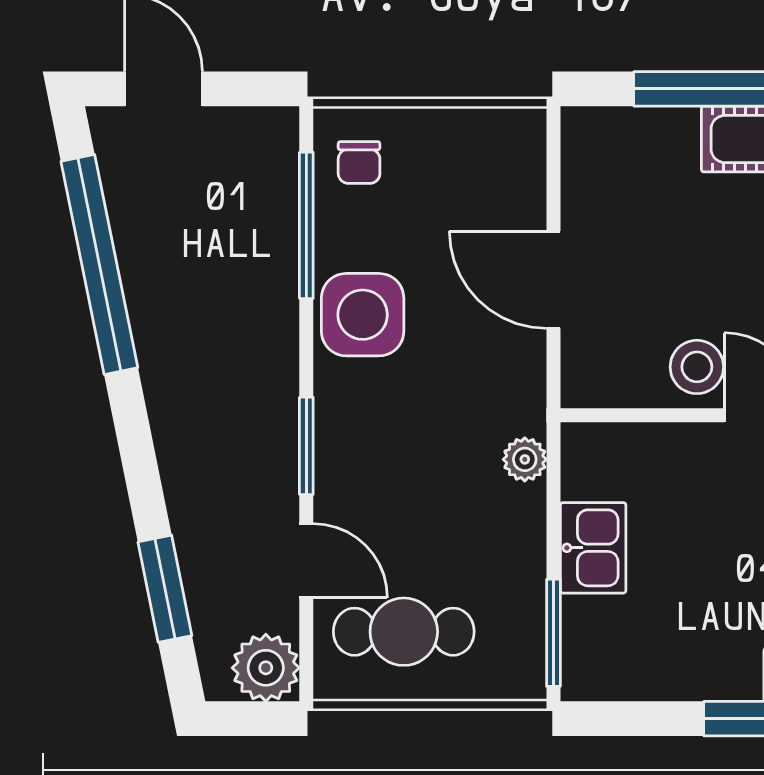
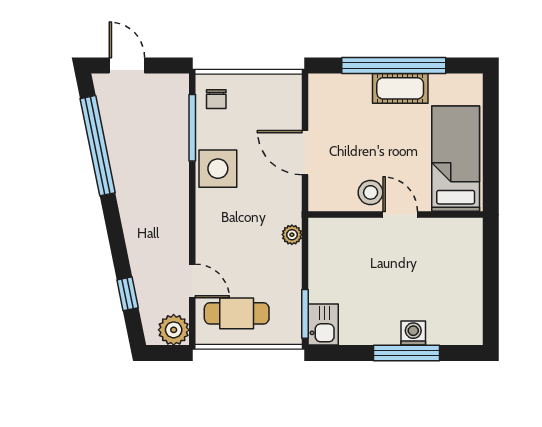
window: (306, 446) -> (192, 229), removed
kitchen sink: (593, 548) -> (323, 325), moved
window: (165, 589) -> (128, 294), width x0.67

